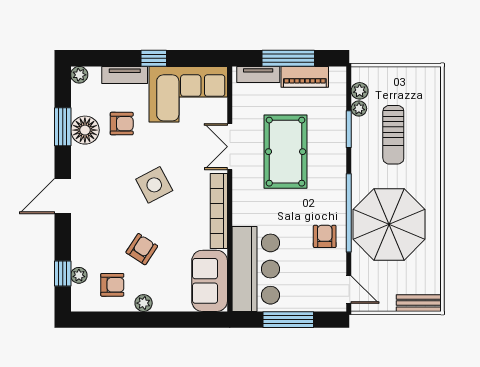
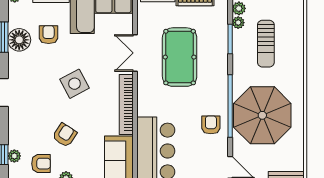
armchair: (122, 124) -> (49, 35), turned -90

